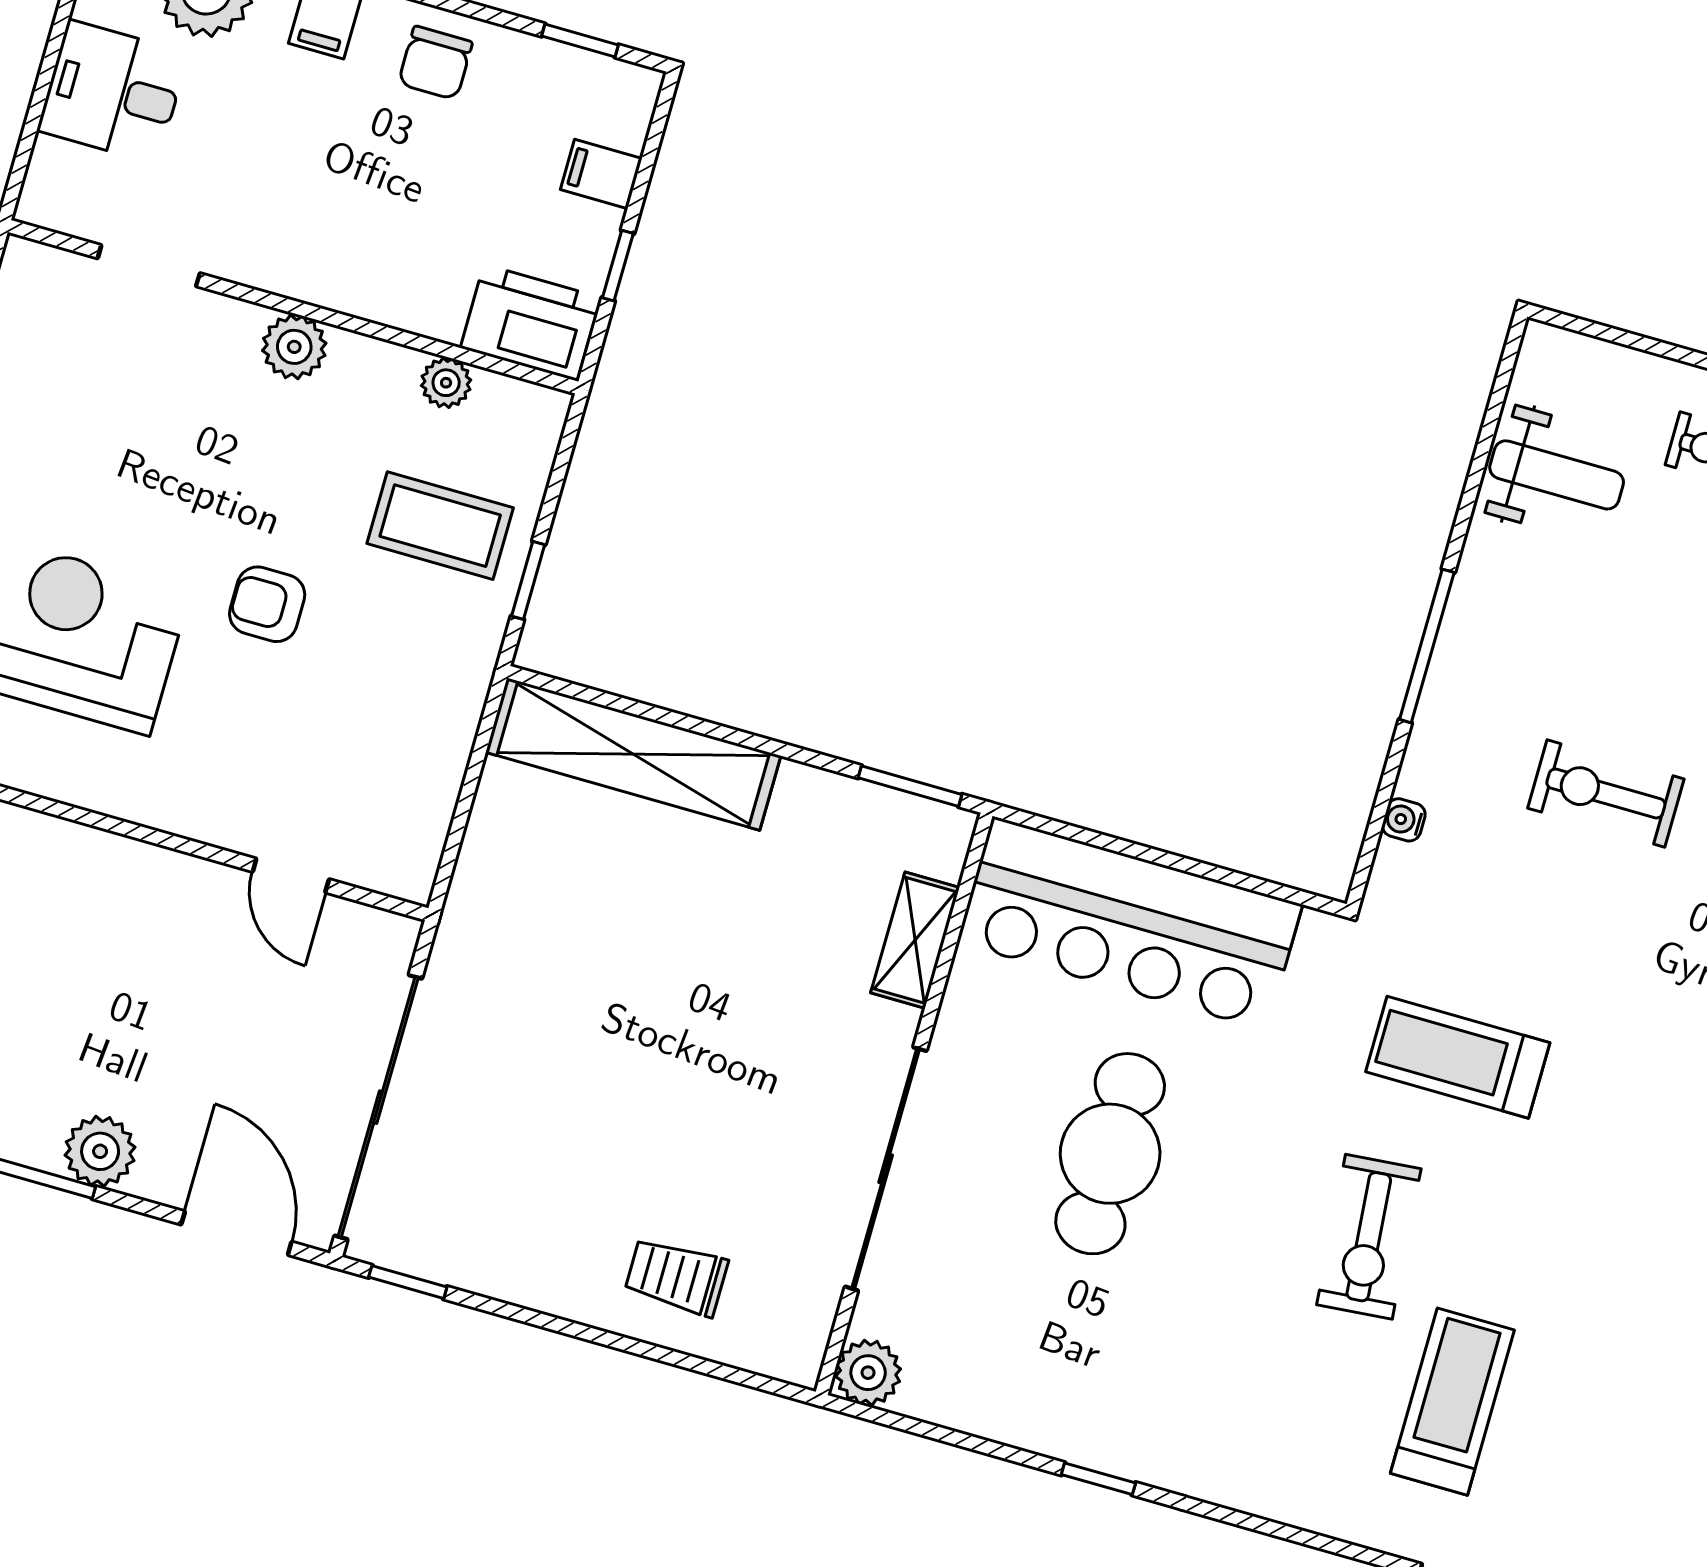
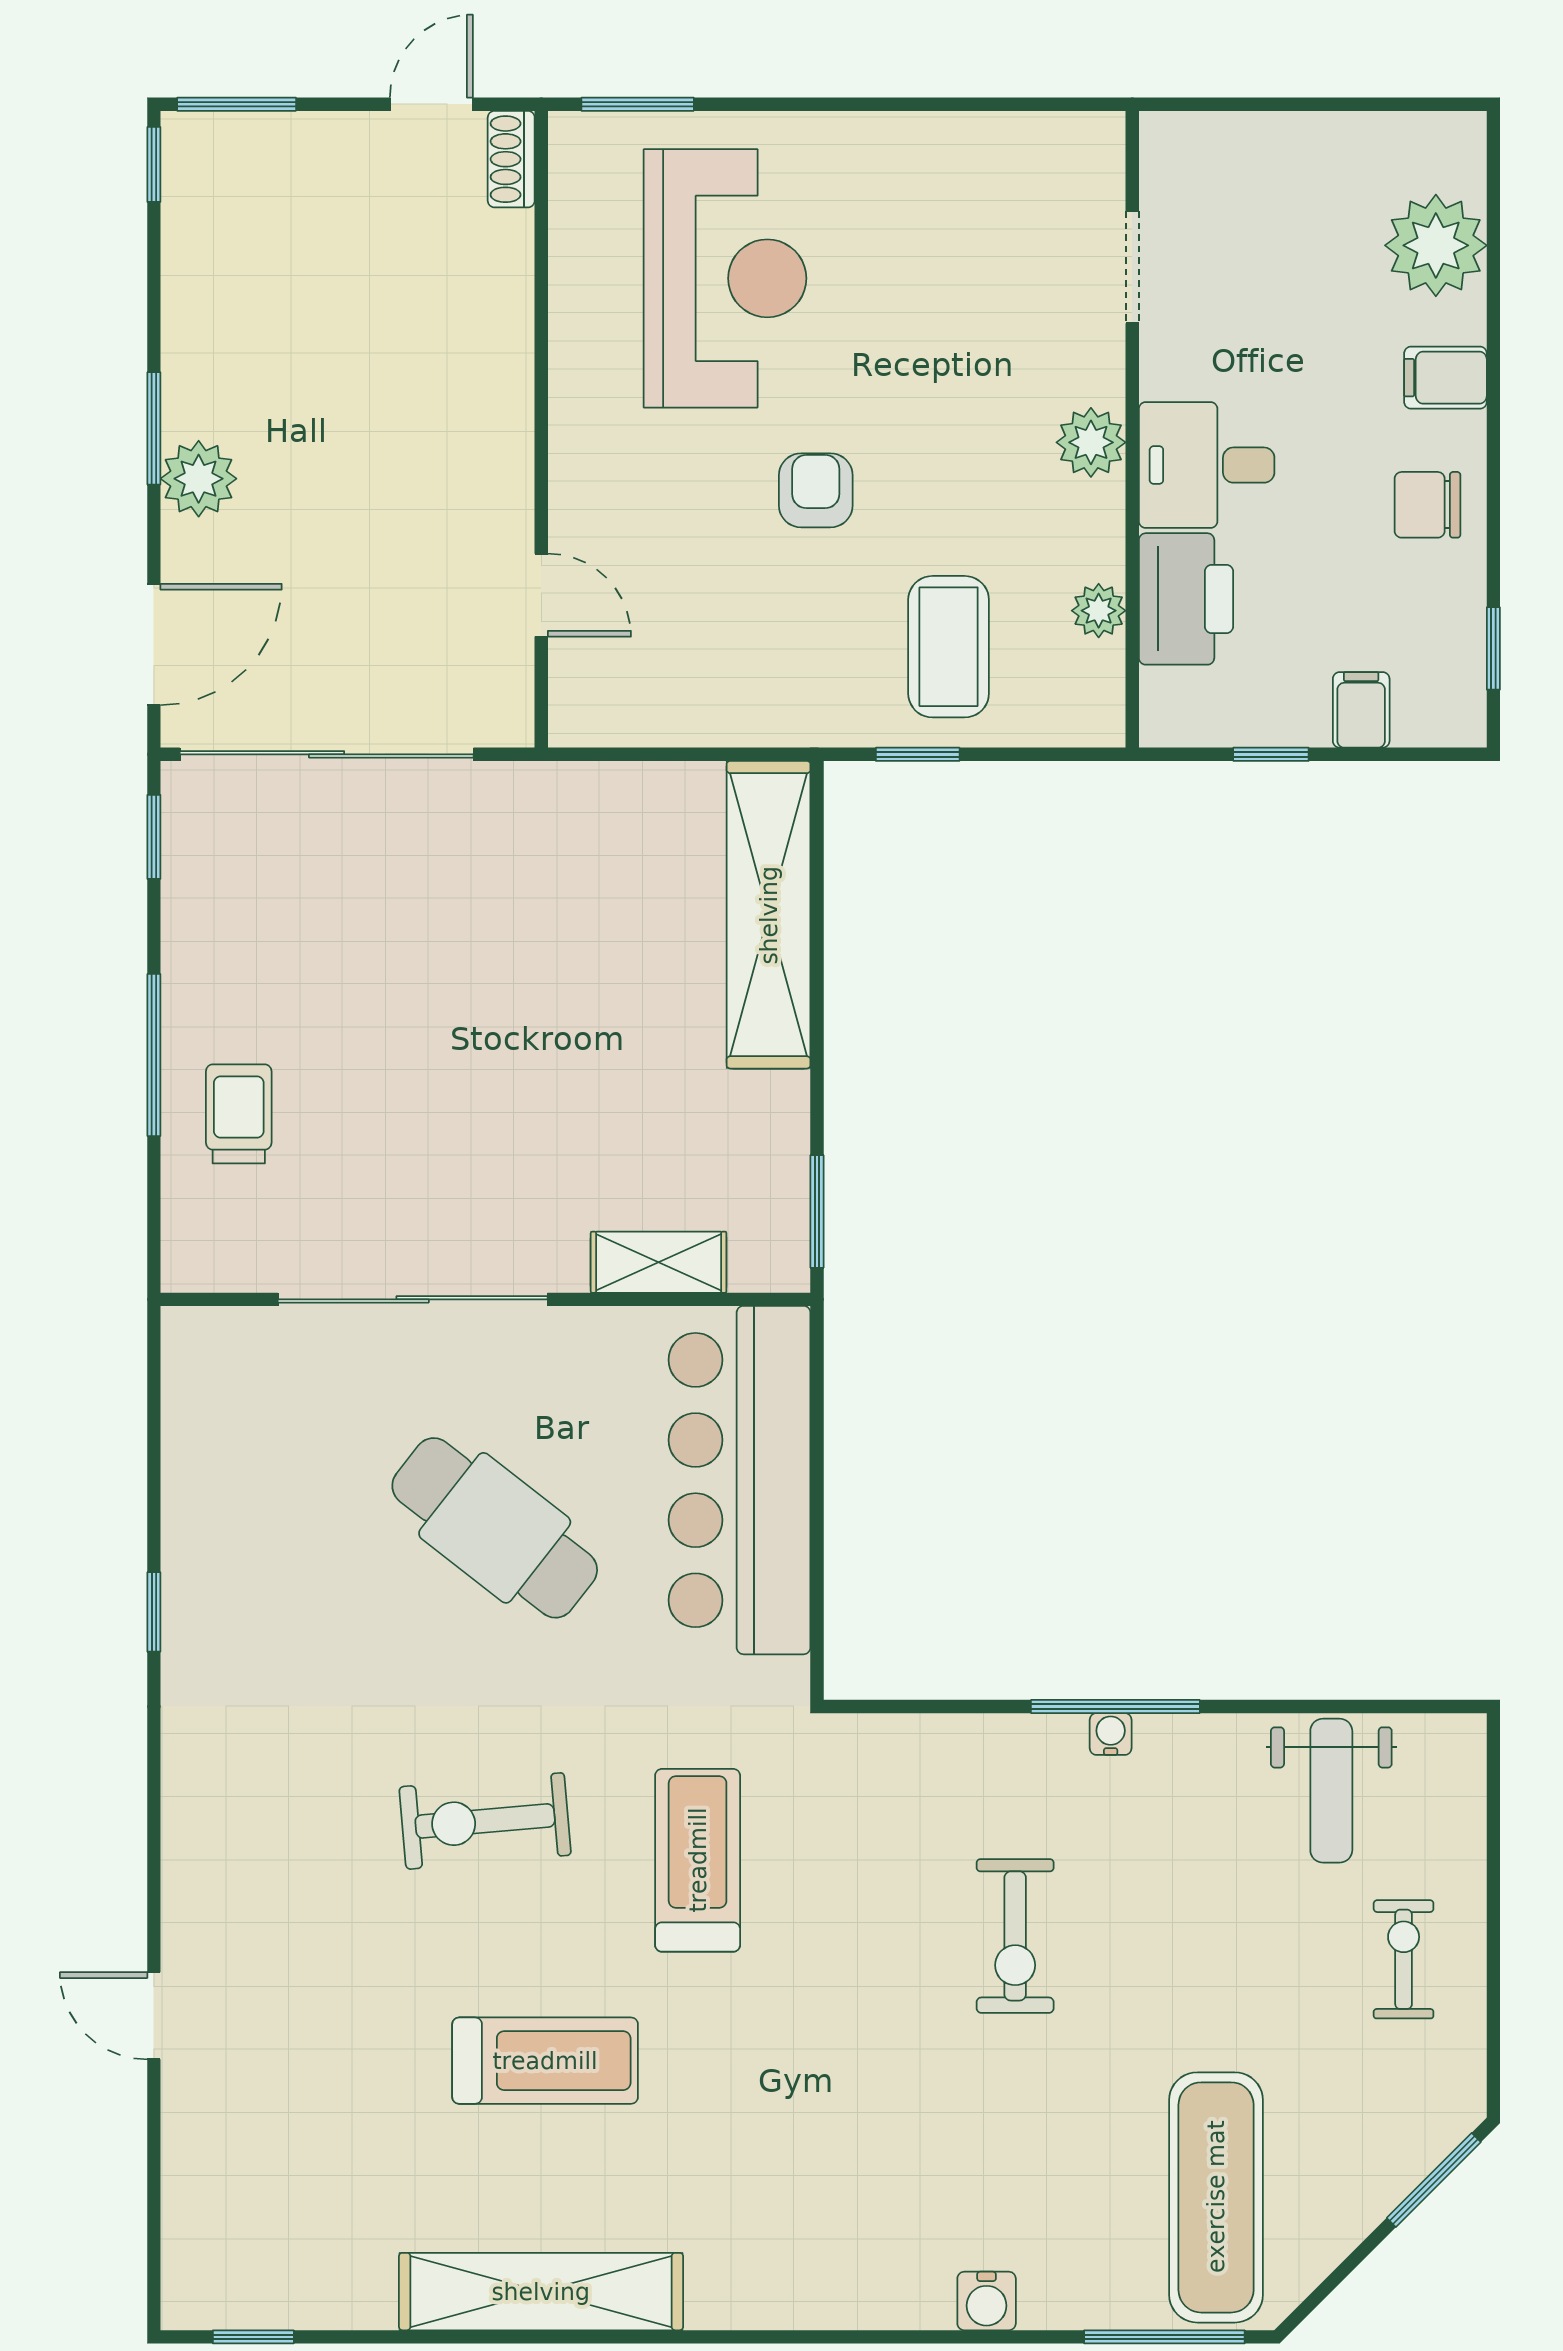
desk: (113, 92) -> (1207, 465), moved, turned -90
printer: (531, 323) -> (1186, 599), moved
exercise bike: (1606, 794) -> (1015, 1936), turned 180
water cooler: (1404, 820) -> (1111, 1734), moved
door: (291, 875) -> (541, 595), swing flipped
cafe table: (1110, 1154) -> (495, 1528), turned 38
window: (602, 1337) -> (154, 1055), added
plant: (868, 1373) -> (196, 1341), removed
treadmill: (1452, 1402) -> (545, 2061), moved

